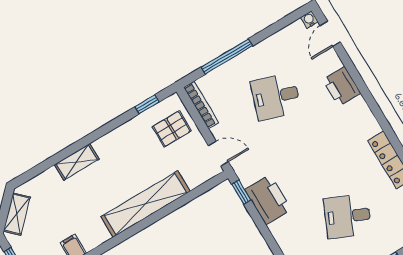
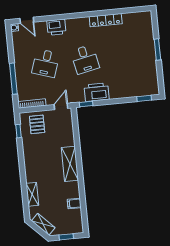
shelving: (77, 162) -> (32, 194), moved
shelving: (146, 204) -> (70, 164), width x0.68
desk: (348, 216) -> (85, 59), moved, turned -36

